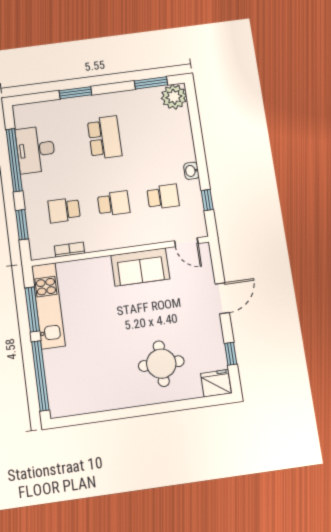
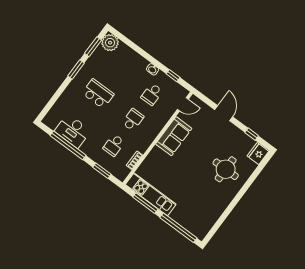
window: (75, 93) -> (76, 69), moved
school desk: (163, 197) -> (152, 94), turned 180

